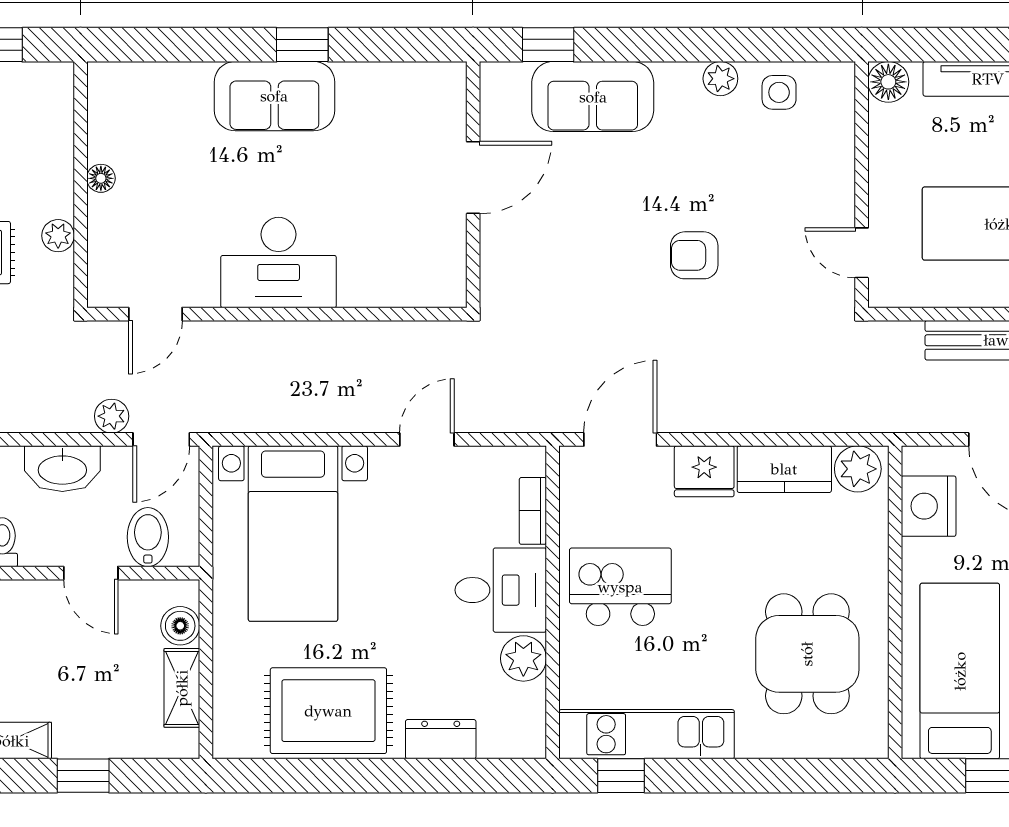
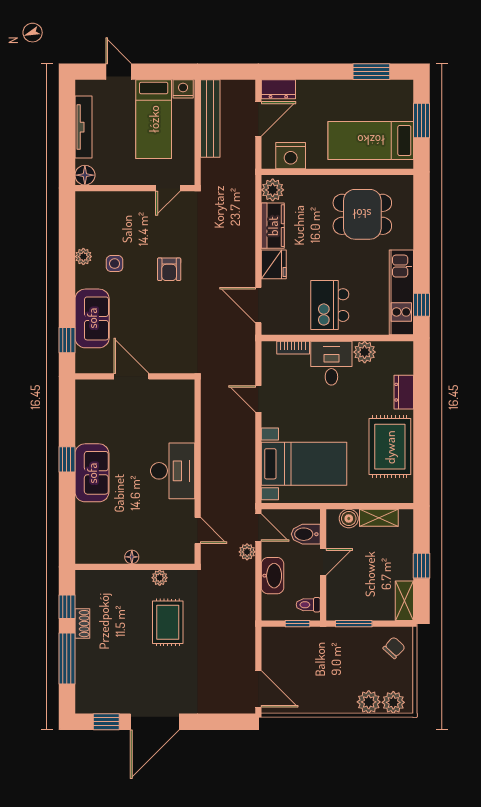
side table: (779, 92) -> (115, 264), moved

